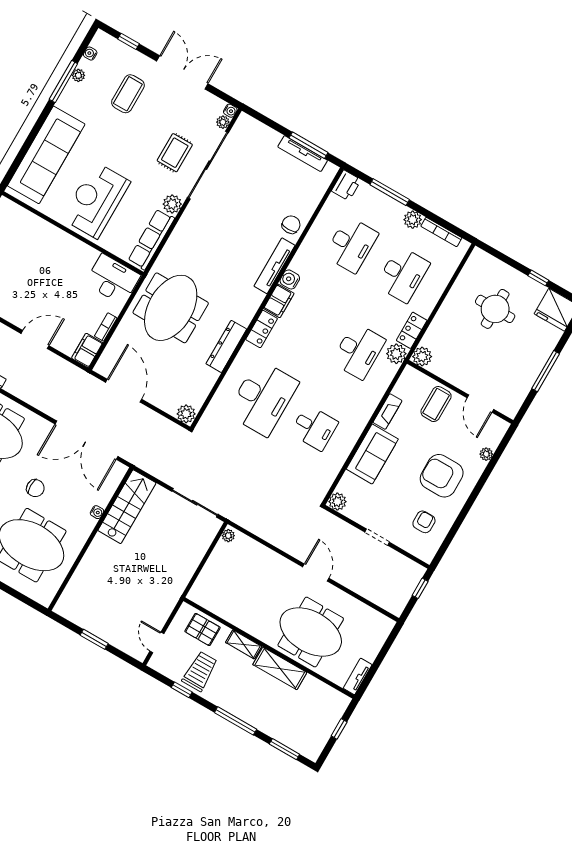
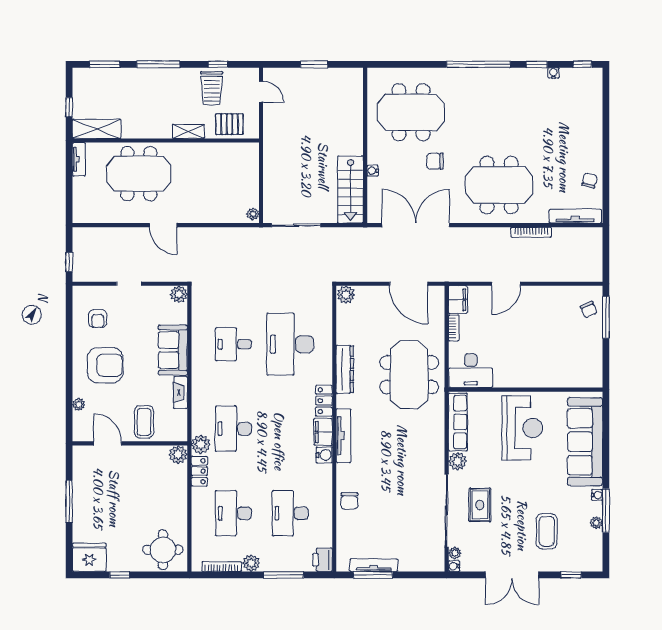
water cooler: (90, 54) -> (597, 495), moved
tv unit: (274, 266) -> (343, 436), moved
round table: (495, 309) -> (163, 550), moved
shelving: (280, 668) -> (97, 129), moved

